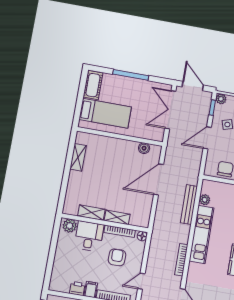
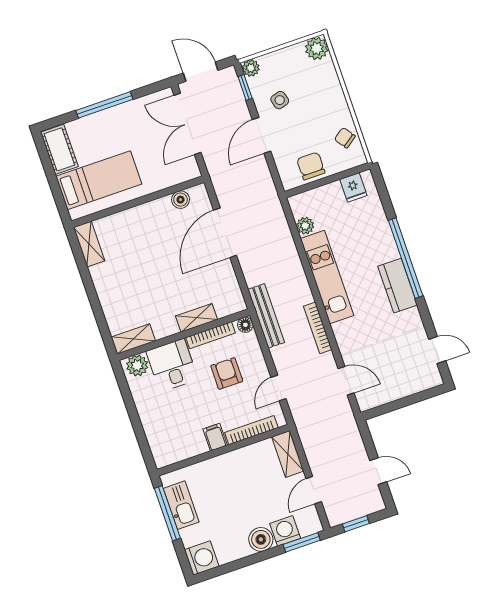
shelving: (78, 157) -> (89, 244), moved
bench: (189, 204) -> (266, 316), moved
shelving: (91, 213) -> (133, 339), moved
printer: (77, 288) -> (196, 446), removed

